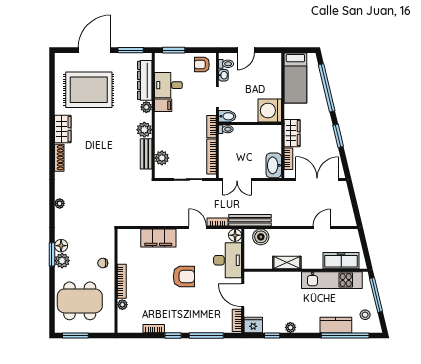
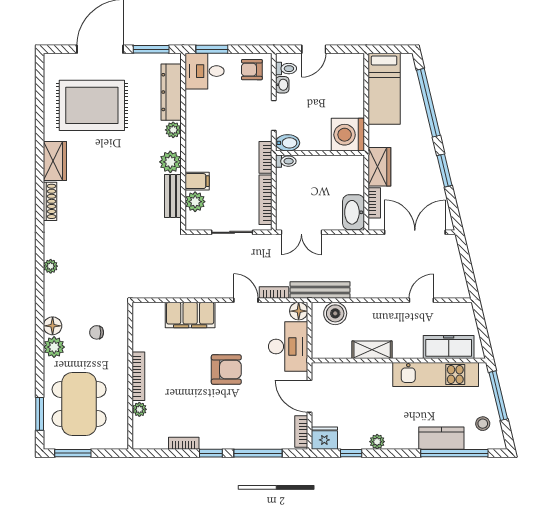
desk: (168, 85) -> (205, 71), moved
filing cabinet: (163, 105) -> (197, 181), moved
window: (52, 254) -> (40, 414), moved
chair: (103, 263) -> (97, 332), moved
dining table: (80, 301) -> (79, 404), turned 90

